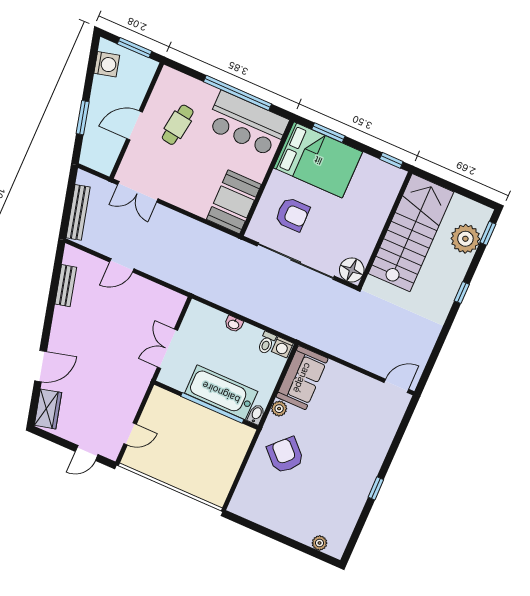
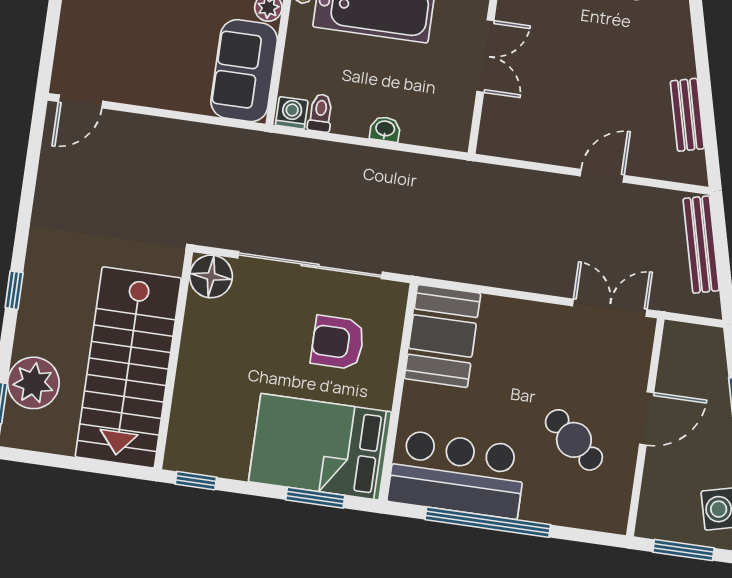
cafe table: (178, 125) -> (574, 440), turned -58

